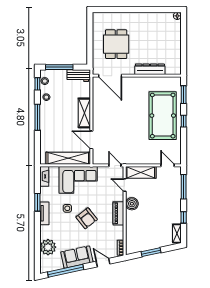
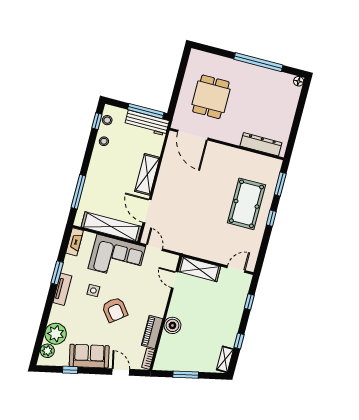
window: (144, 10) -> (258, 62), added
window: (59, 67) -> (146, 111), moved
dresser: (150, 69) -> (261, 144), moved
workbench: (79, 76) -> (147, 123), width x1.38
pool table: (163, 116) -> (246, 204), width x0.73, depth x0.76
window: (37, 117) -> (78, 192), moved
door: (115, 165) -> (154, 248), moved
door: (168, 165) -> (236, 269), hinge flipped
window: (184, 187) -> (249, 302), width x0.46
boiler: (132, 204) -> (172, 325), moved
piano: (118, 213) -> (152, 332), moved
plant: (45, 261) -> (47, 351), added
window: (66, 271) -> (70, 370), width x0.32

